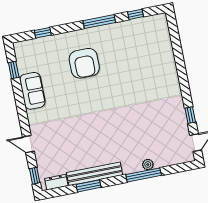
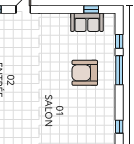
window: (99, 22) -> (119, 70), moved
sofa: (32, 91) -> (87, 22), moved

